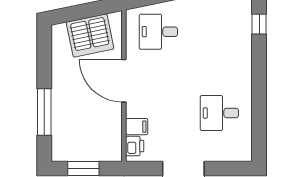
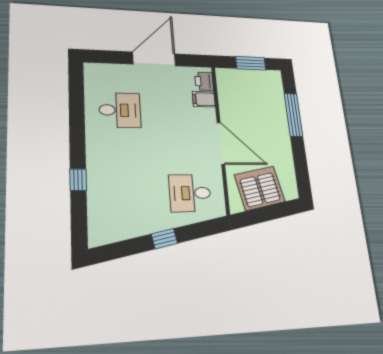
window: (259, 24) -> (78, 180), moved
desk: (158, 32) -> (190, 193), turned 180

